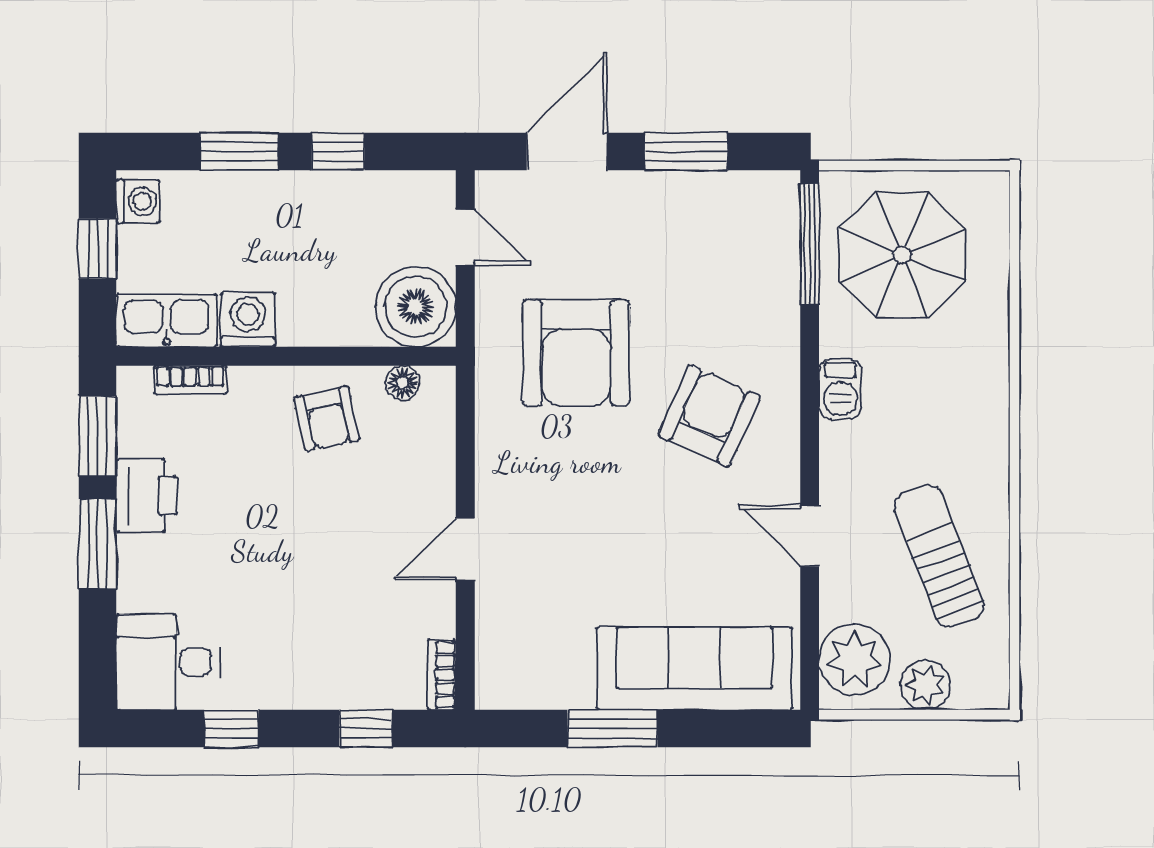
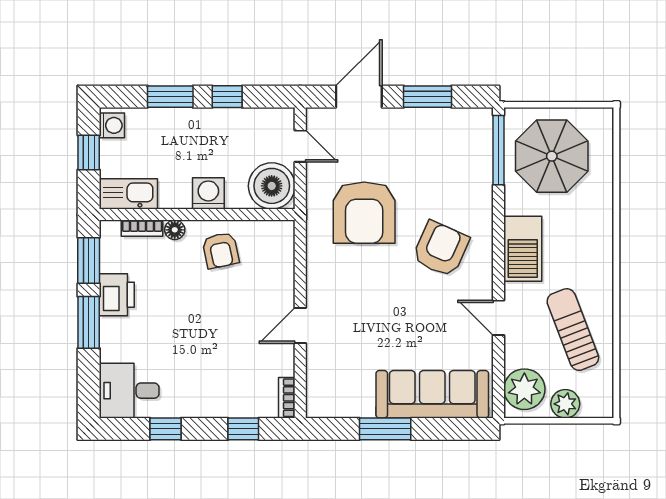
washing machine: (248, 320) -> (208, 193), moved
floor lamp: (402, 383) -> (175, 230), moved
barbecue: (840, 389) -> (523, 249), width x1.88, depth x1.53

